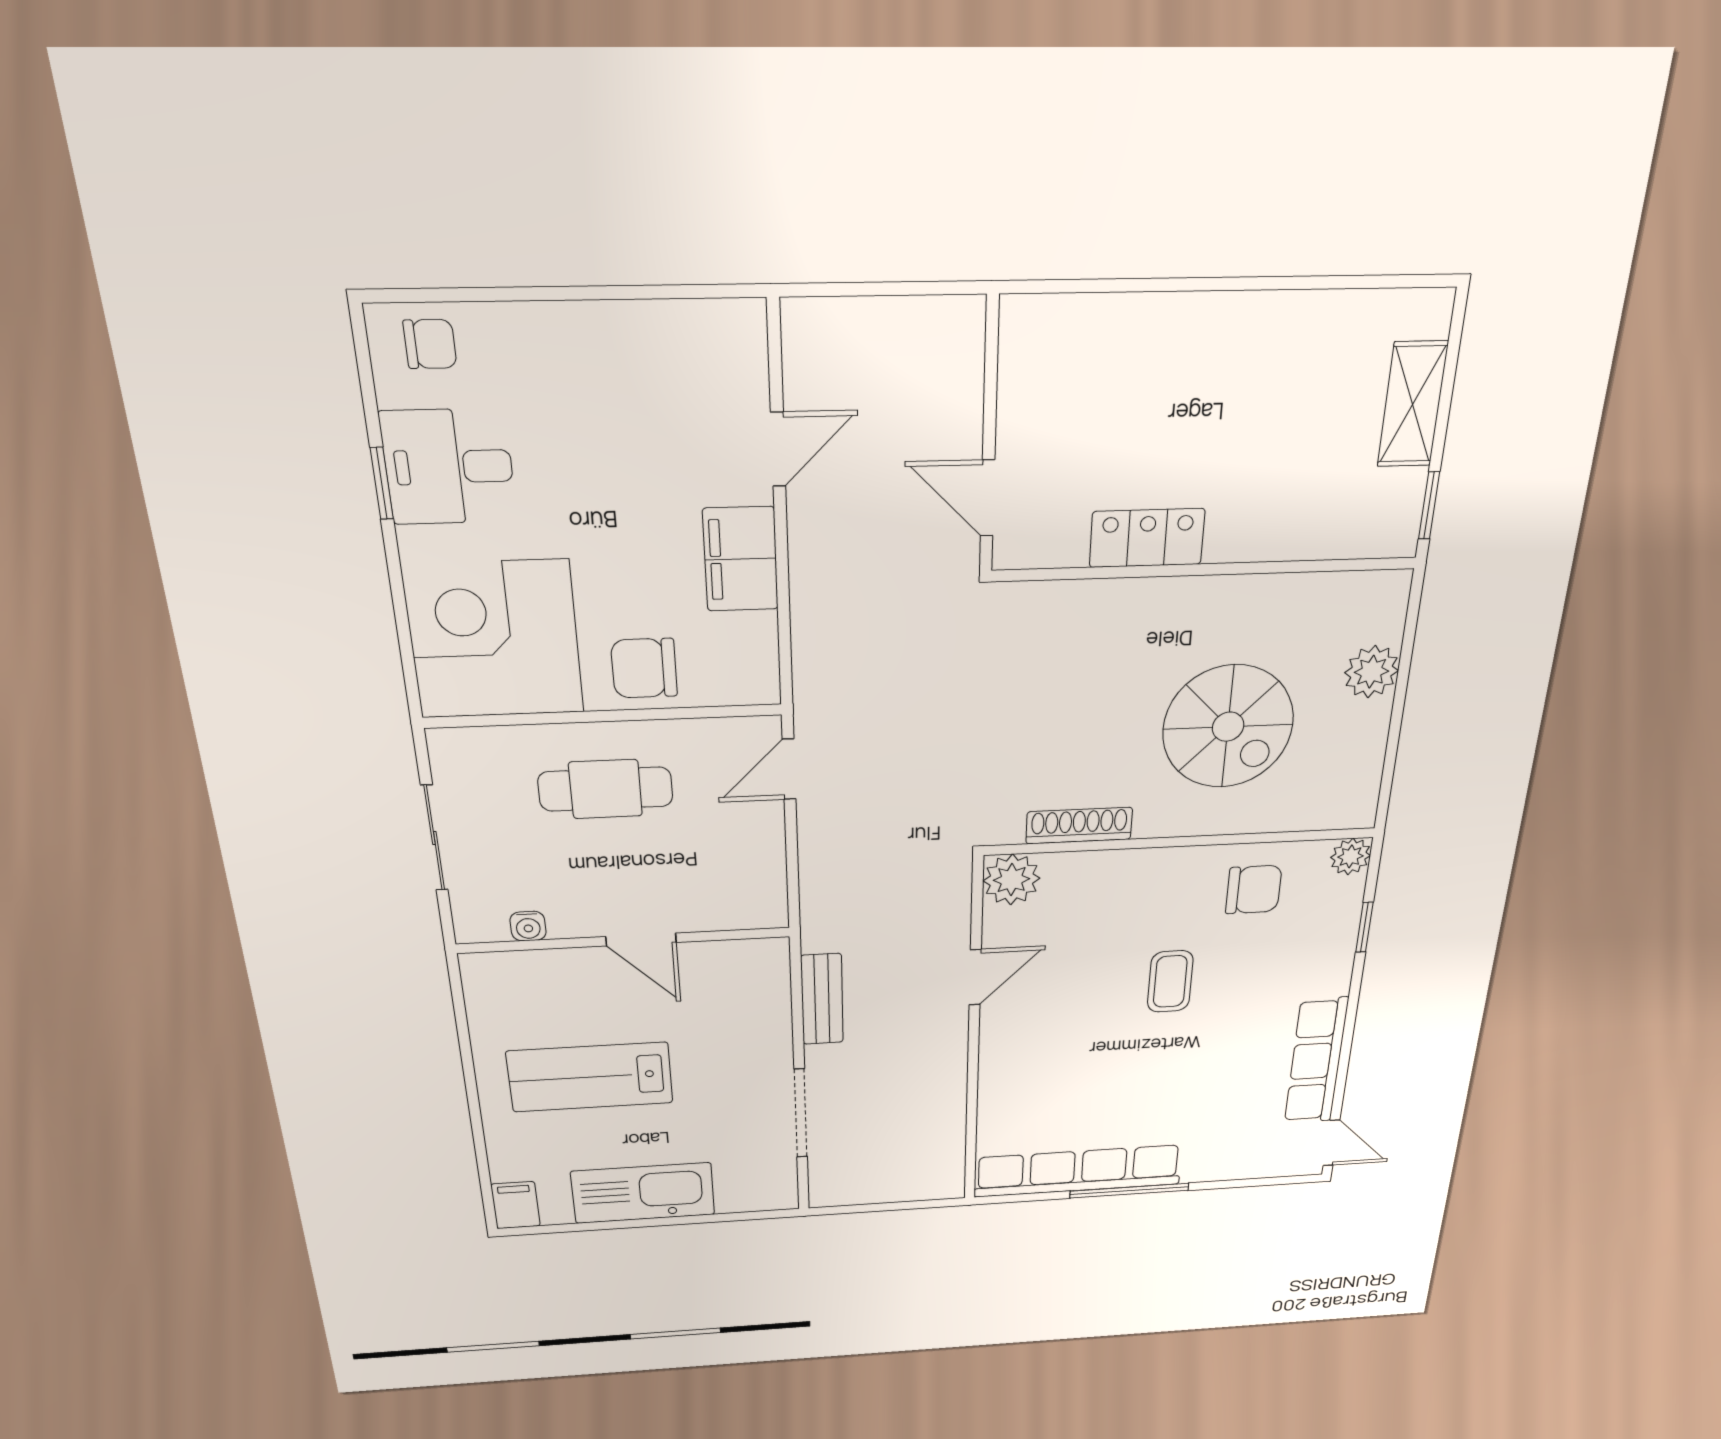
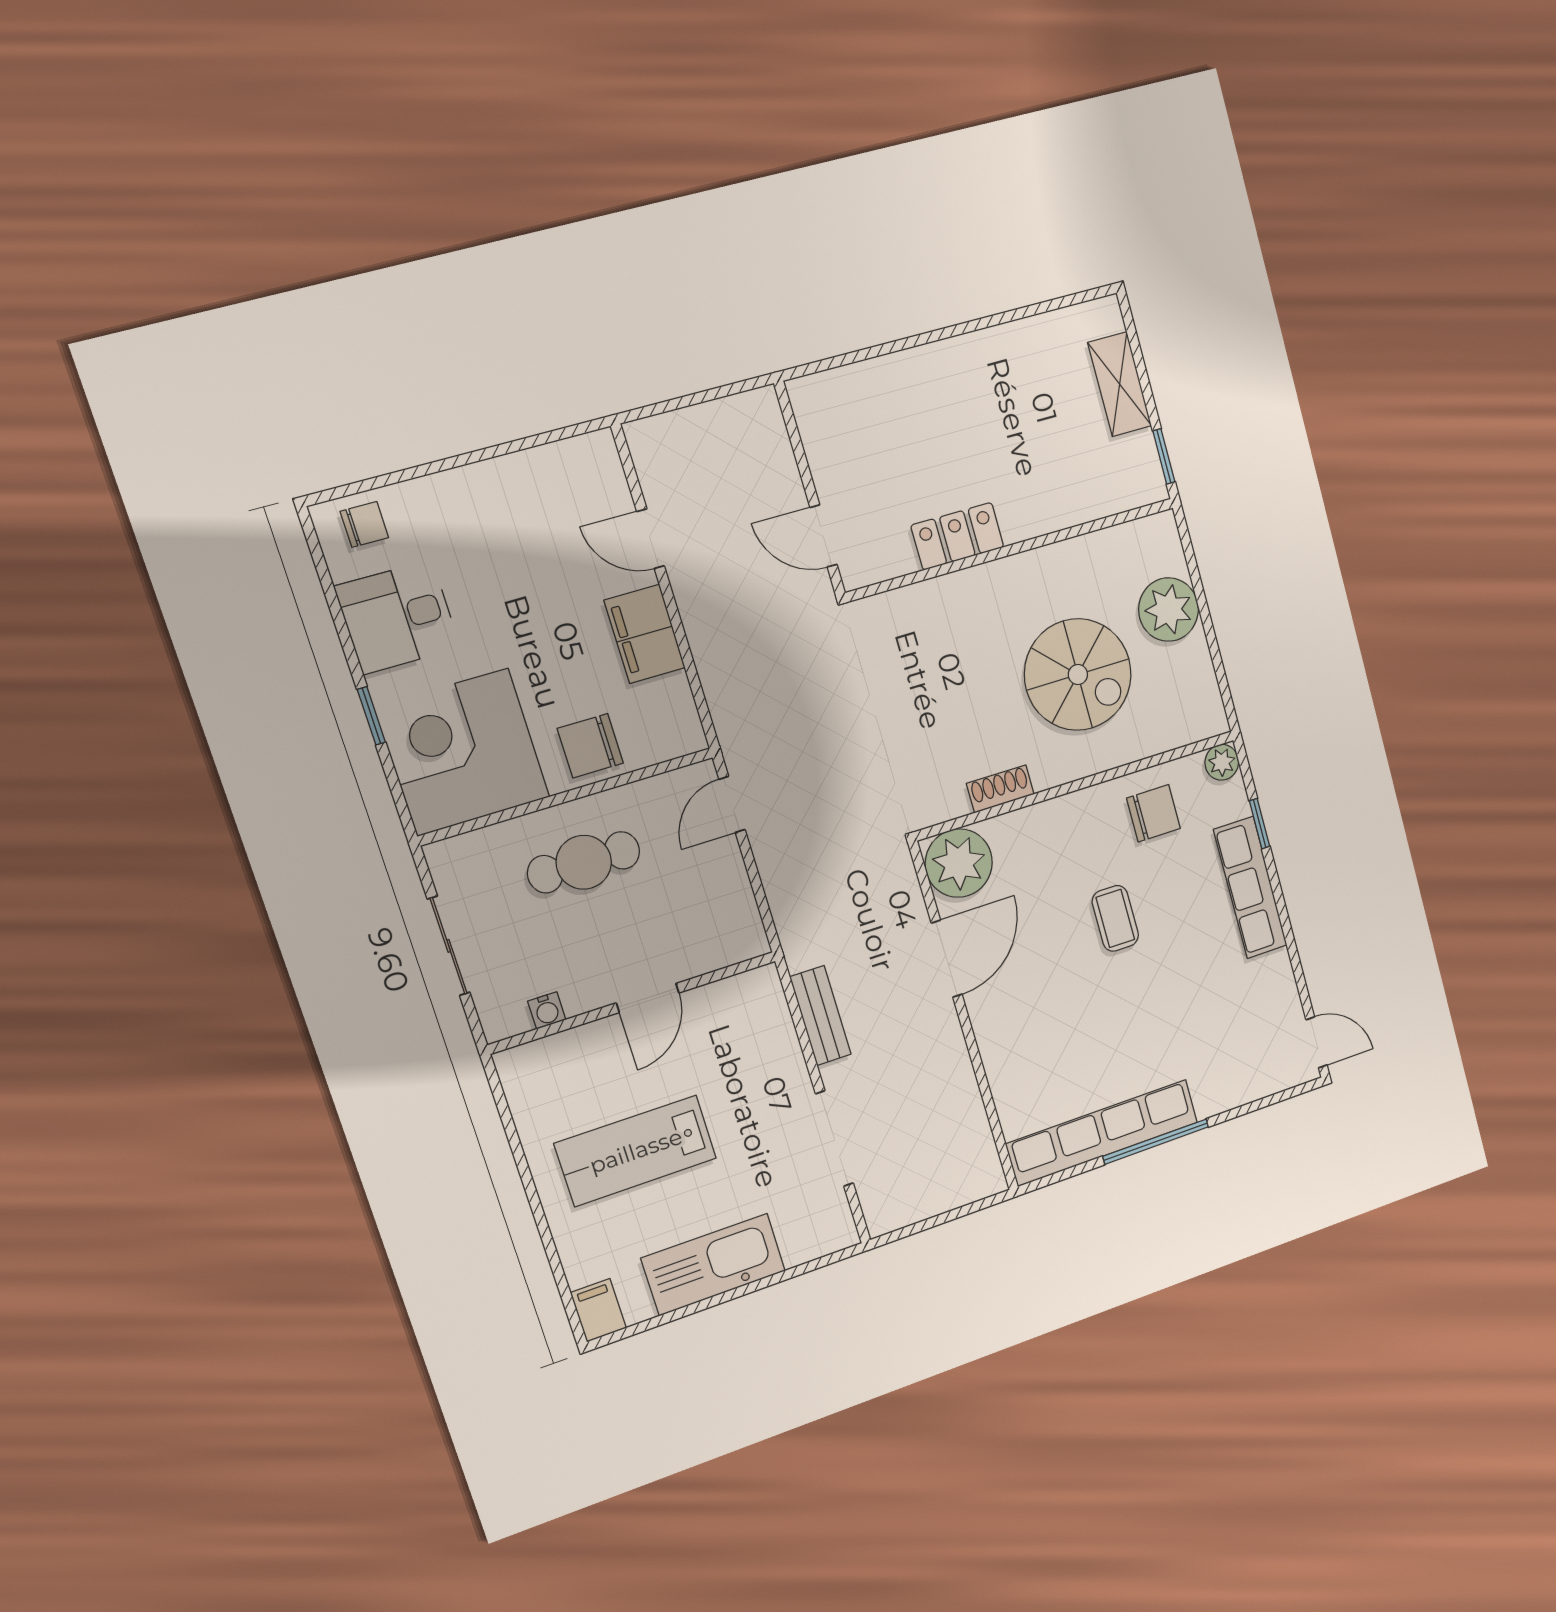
door: (778, 449) -> (651, 539), swing flipped
window: (382, 483) -> (371, 716), moved
plant: (1372, 672) -> (1169, 610), width x1.36, depth x1.36
shoe rack: (1079, 826) -> (1000, 789), width x0.70
plant: (1012, 880) -> (959, 863), width x1.36, depth x1.36
door: (641, 940) -> (648, 998), hinge flipped
door: (975, 977) -> (947, 959), width x1.38
row of seats: (1316, 1061) -> (1250, 888), moved

